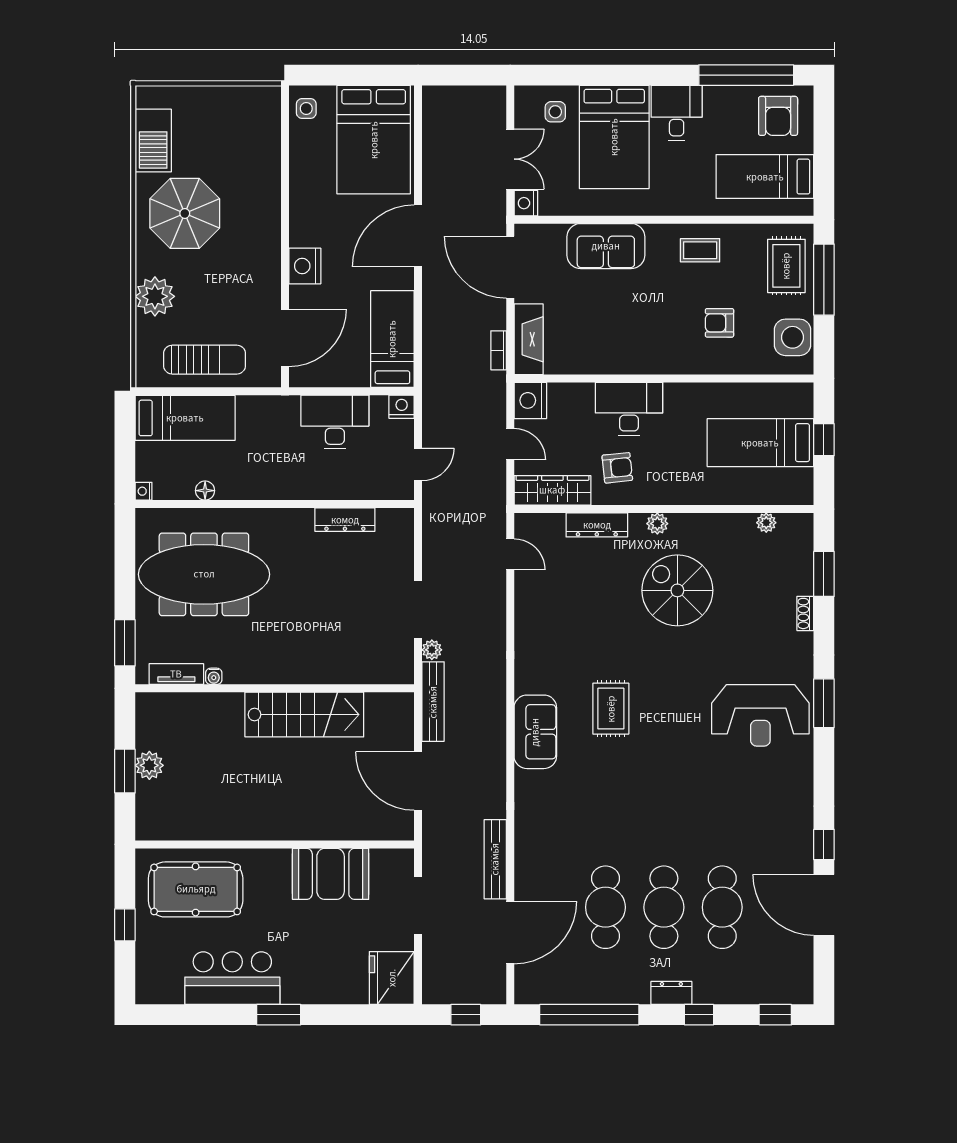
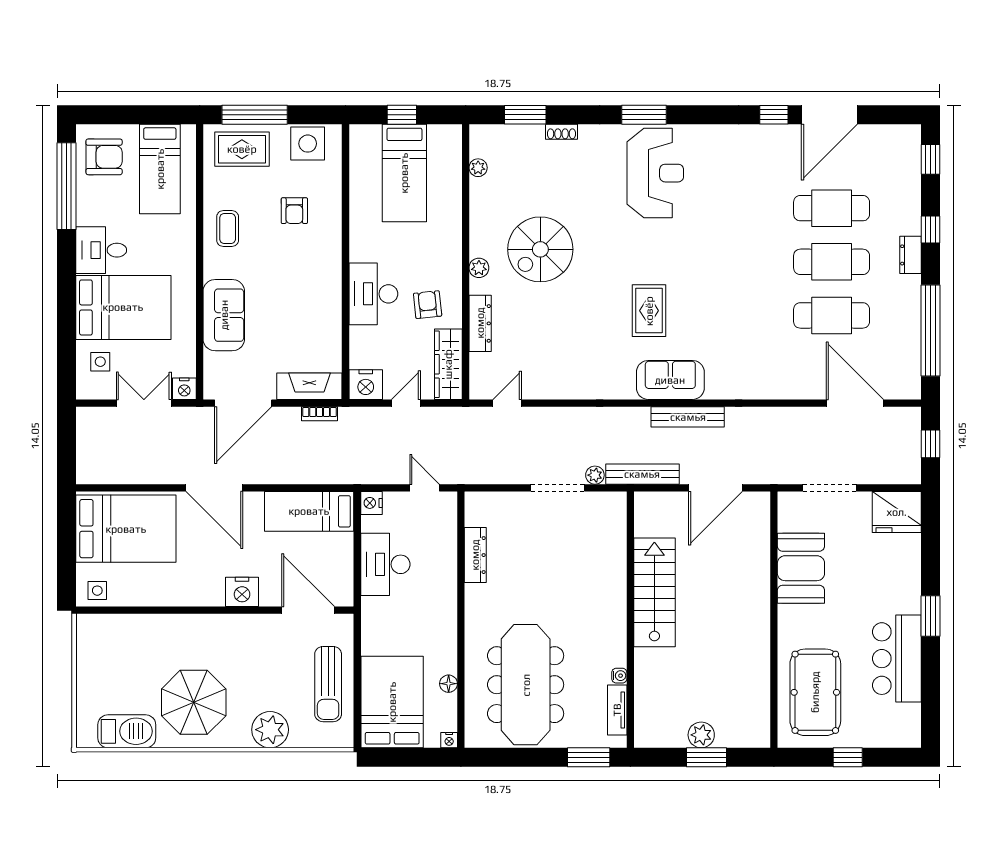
sun lounger: (205, 360) -> (328, 684), turned 180
bed: (185, 418) -> (392, 702), width x1.50
rug: (611, 709) -> (649, 311), turned 90
bench: (495, 859) -> (688, 417), moved

